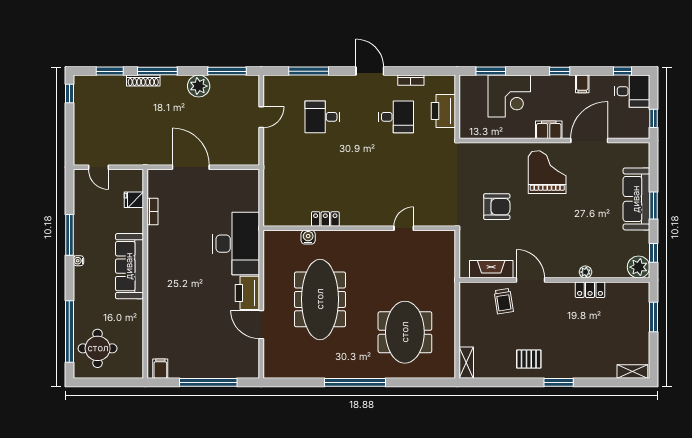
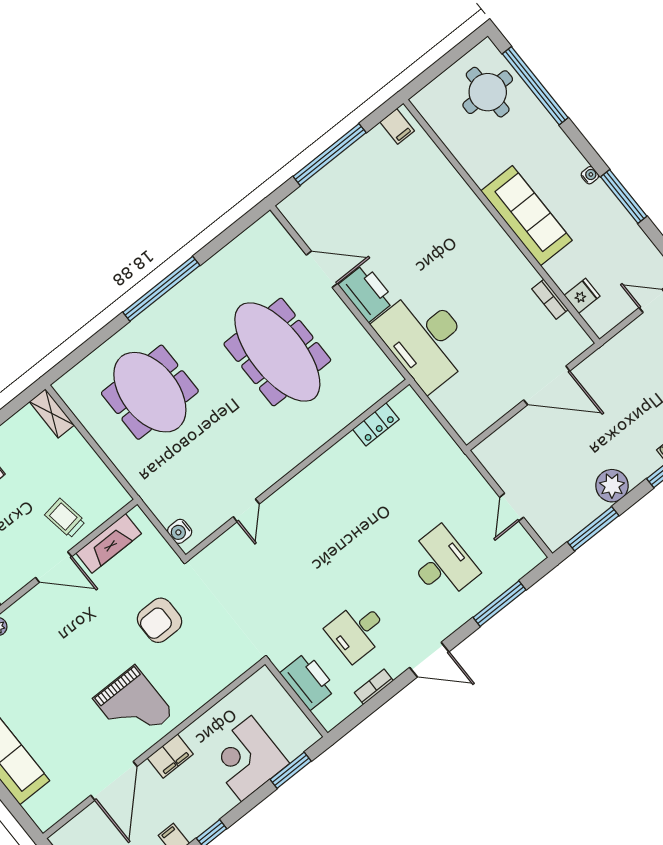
desk: (322, 117) -> (442, 564), width x1.37
locker: (325, 219) -> (376, 424), moved
water cooler: (308, 237) -> (180, 531), moved, turned 90

